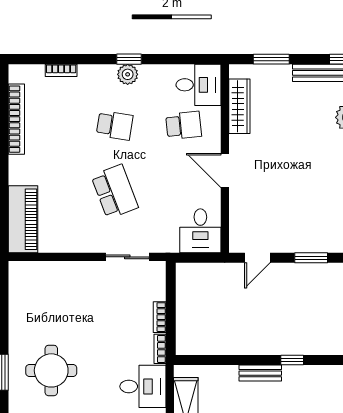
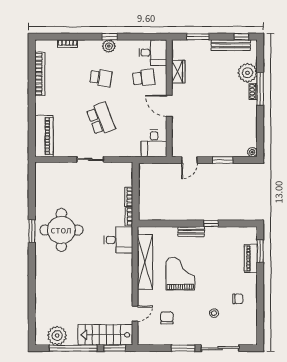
wardrobe: (239, 106) -> (178, 72), width x0.67
sliding door: (127, 257) -> (90, 159), moved
round table: (51, 370) -> (61, 230), width x1.36, depth x1.36

